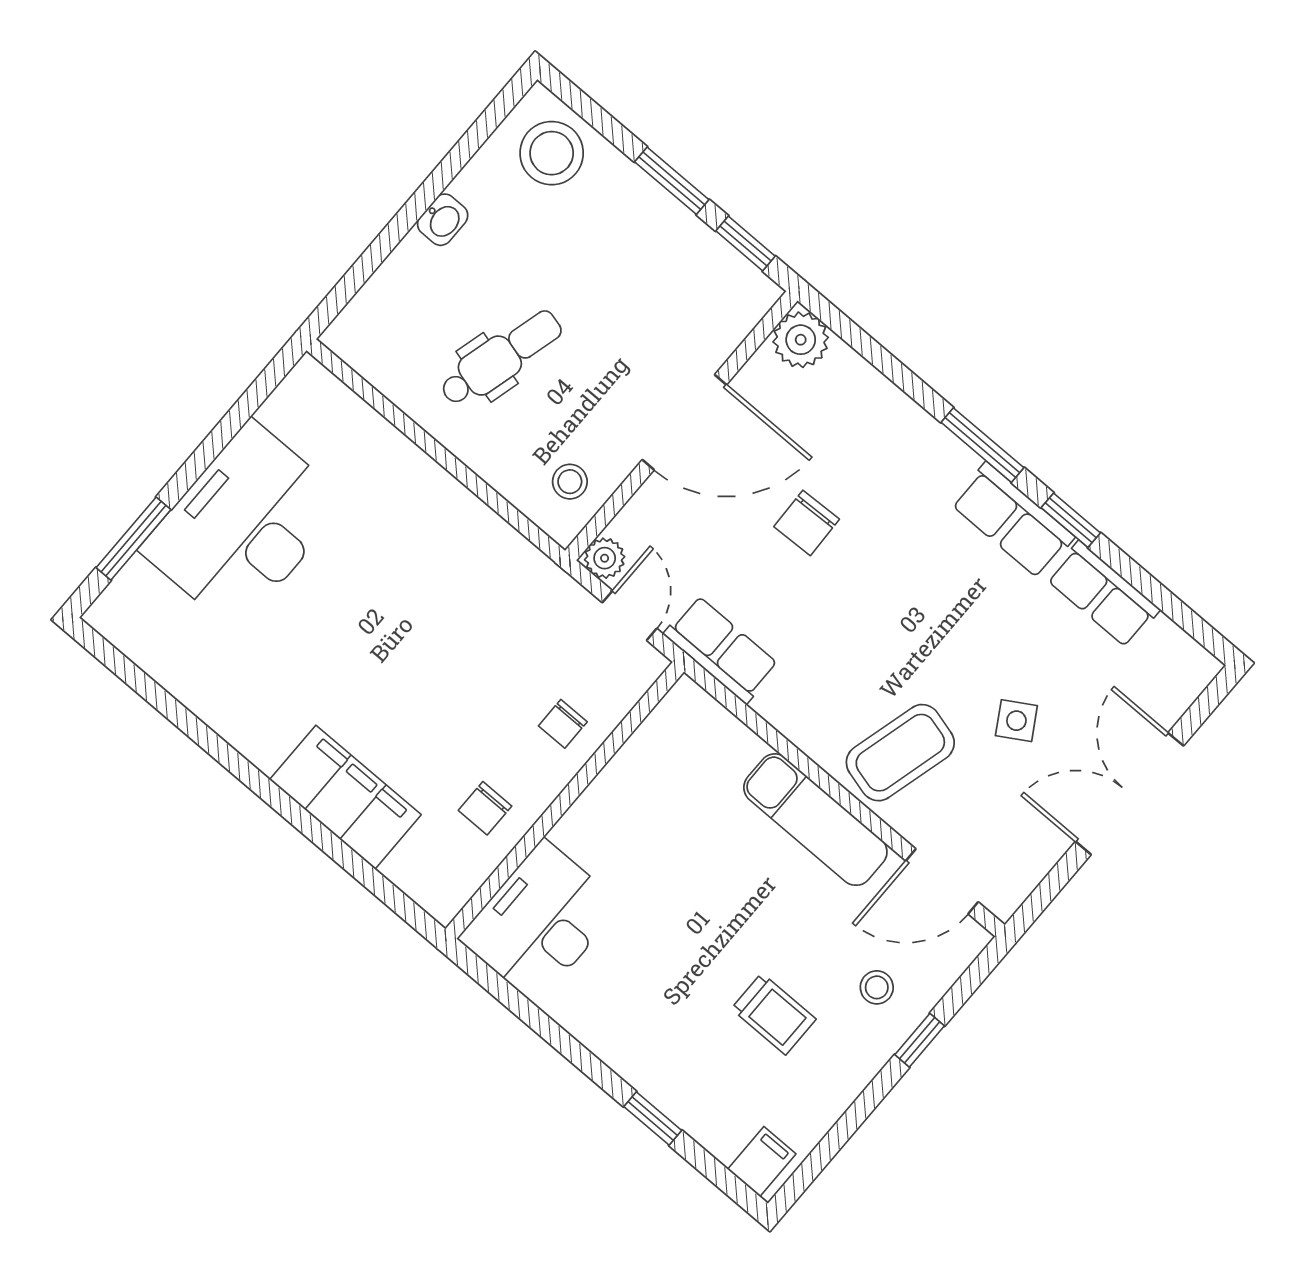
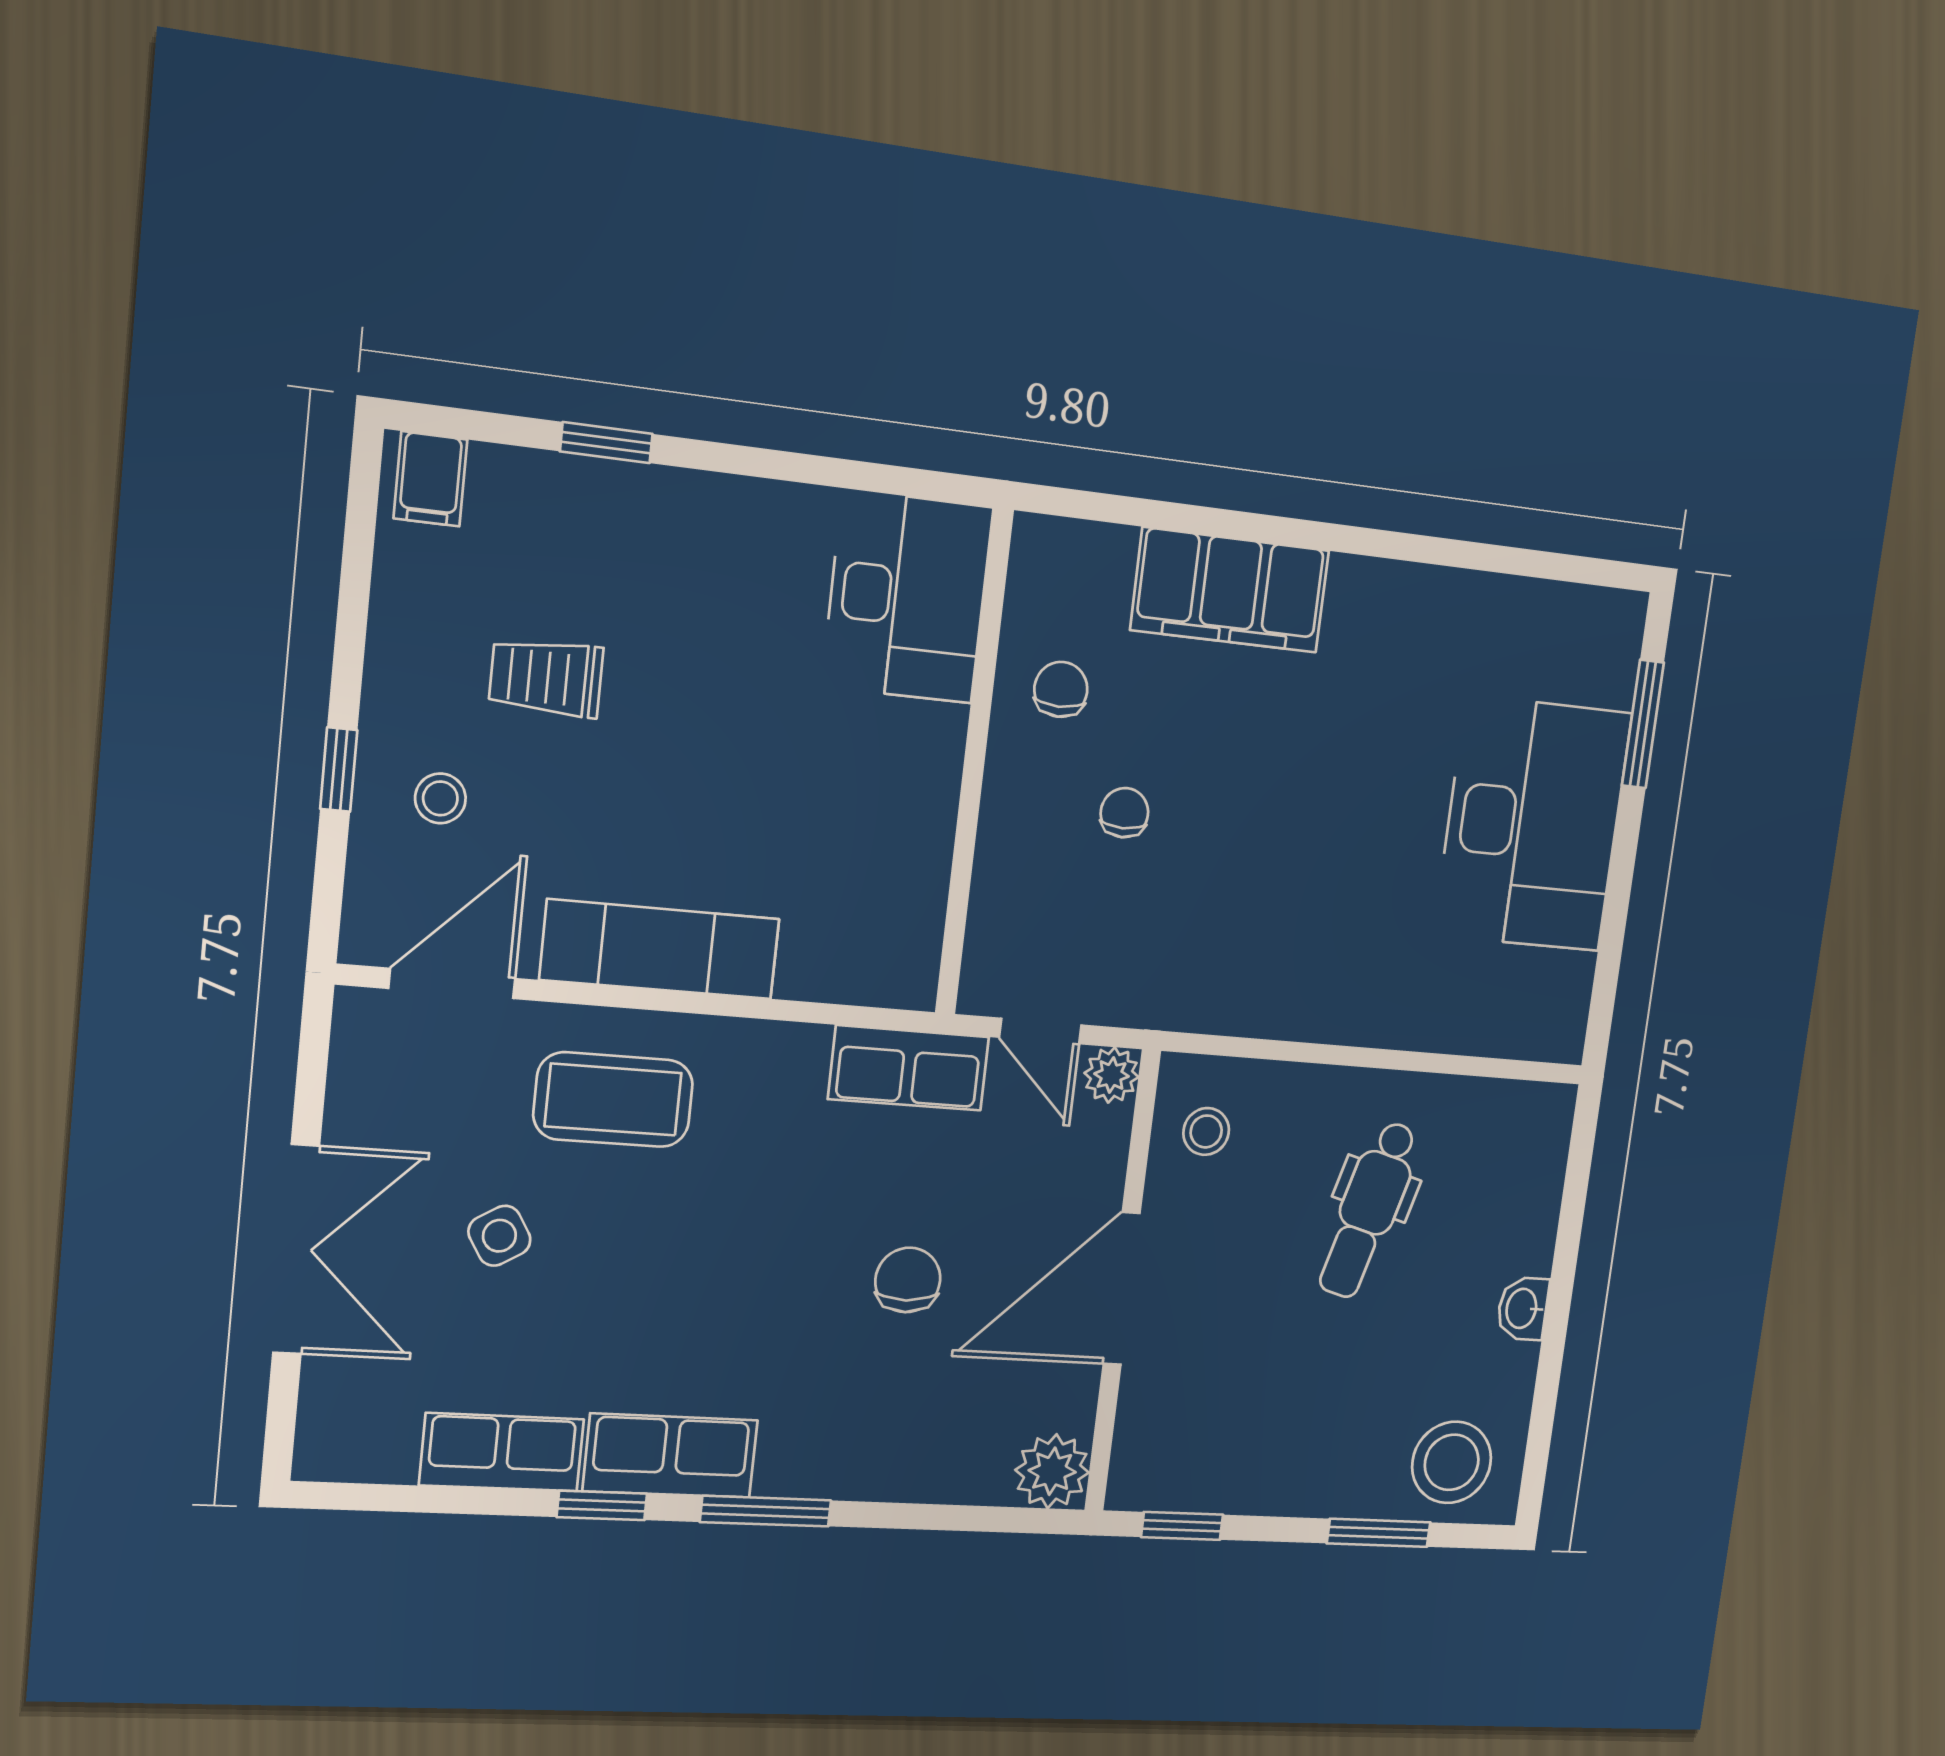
window: (672, 181) -> (1379, 1533), moved
chair: (563, 724) -> (1124, 813), moved
coffee table: (900, 753) -> (613, 1100), turned 75

